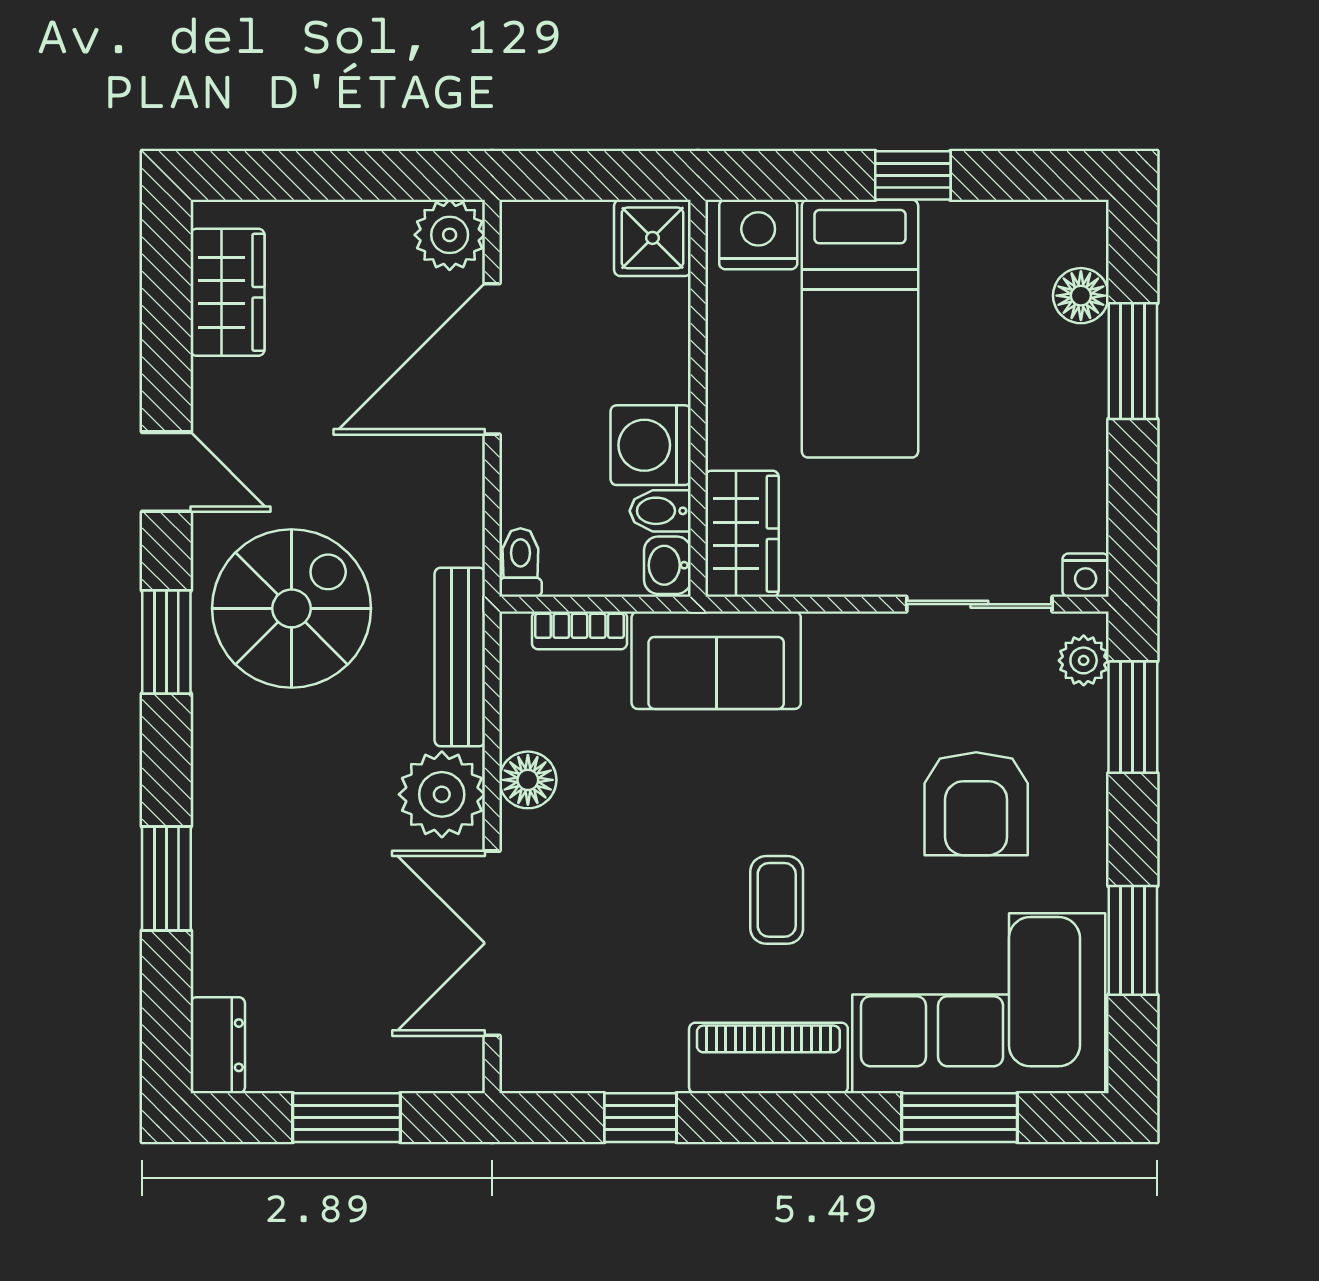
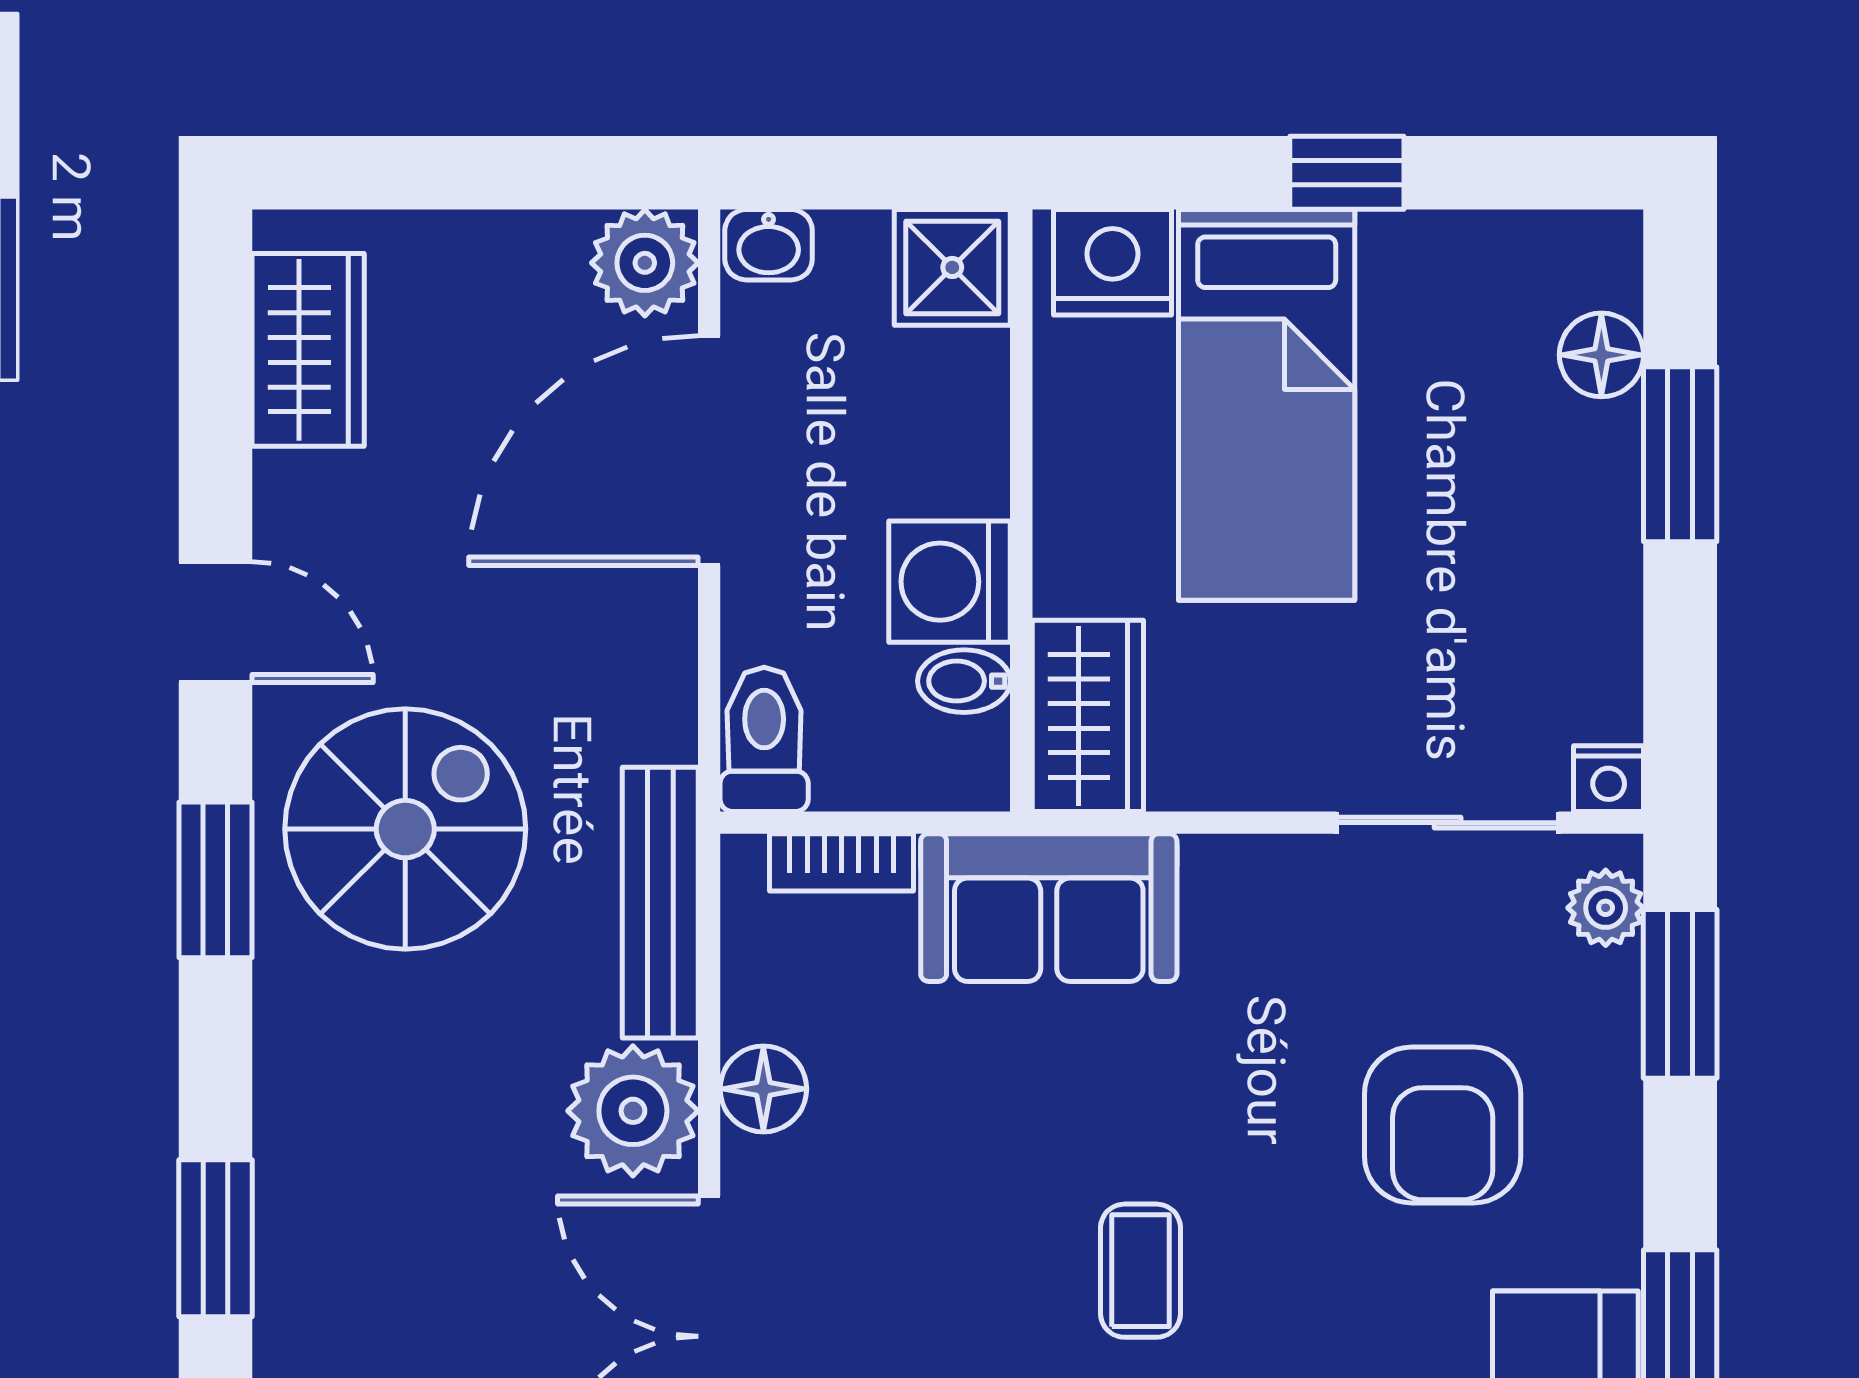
toilet: (520, 562) -> (764, 739), width x1.37, depth x1.39
washbasin: (667, 565) -> (769, 245), moved, turned -90

